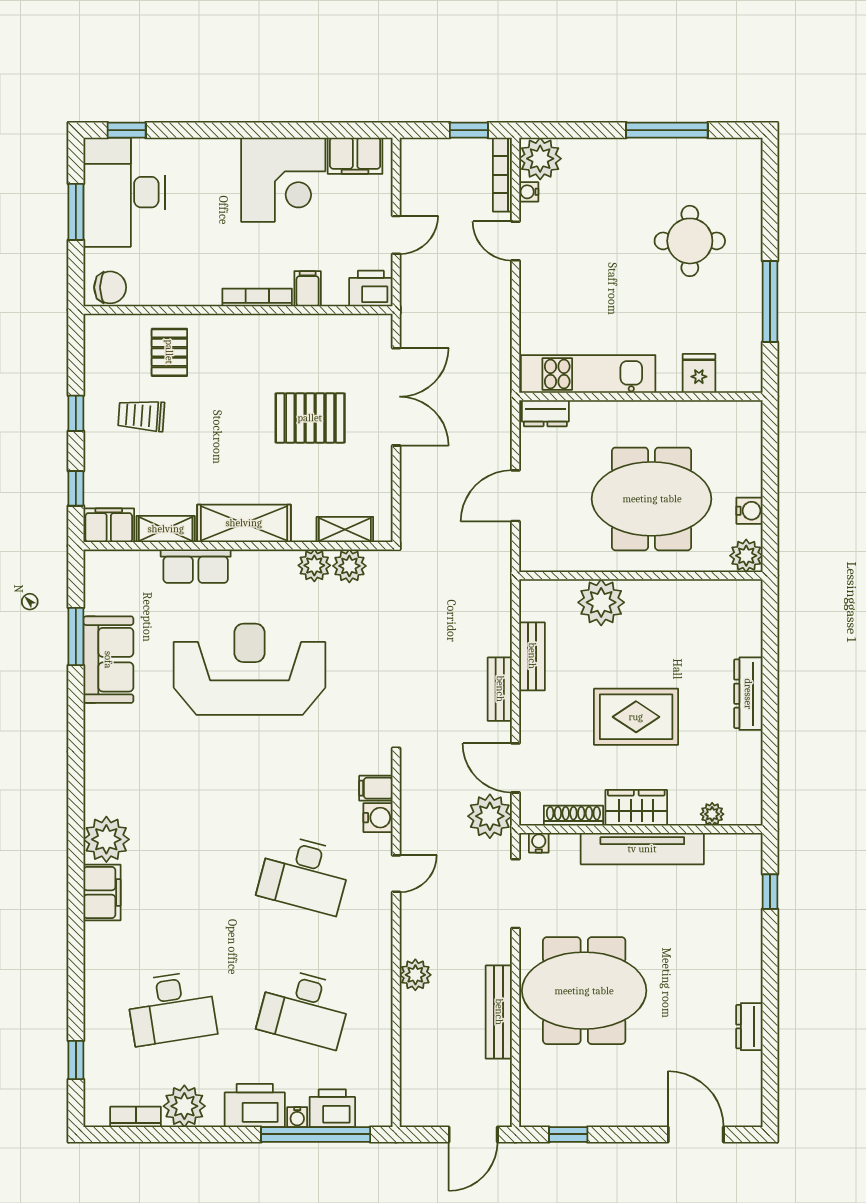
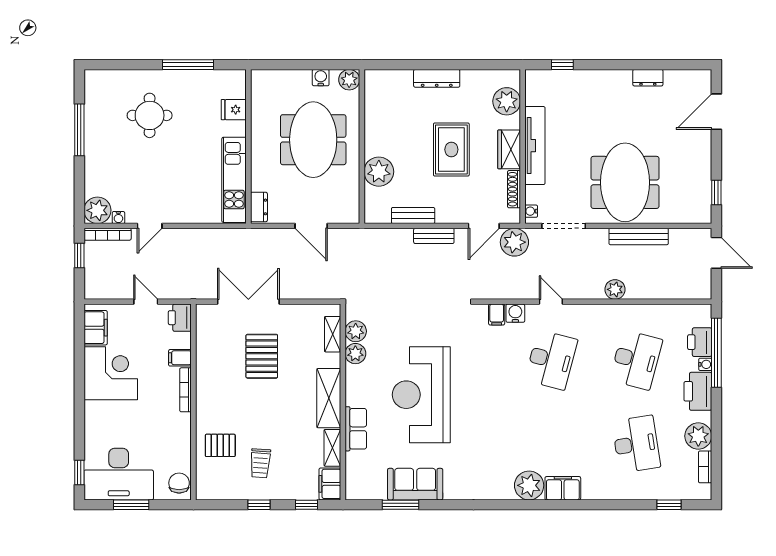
plant: (712, 814) -> (507, 101), width x1.87, depth x1.87

